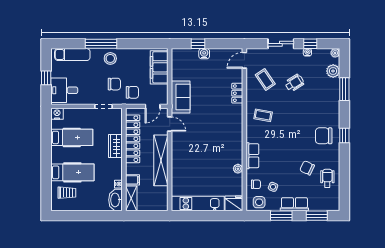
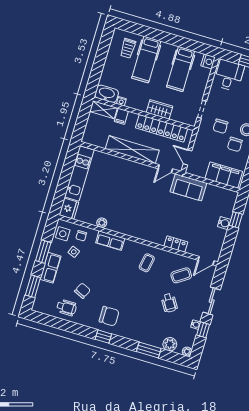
door: (244, 60) -> (206, 261), swing flipped
chair: (132, 92) -> (235, 144), moved
chair: (324, 136) -> (109, 316), turned 90

